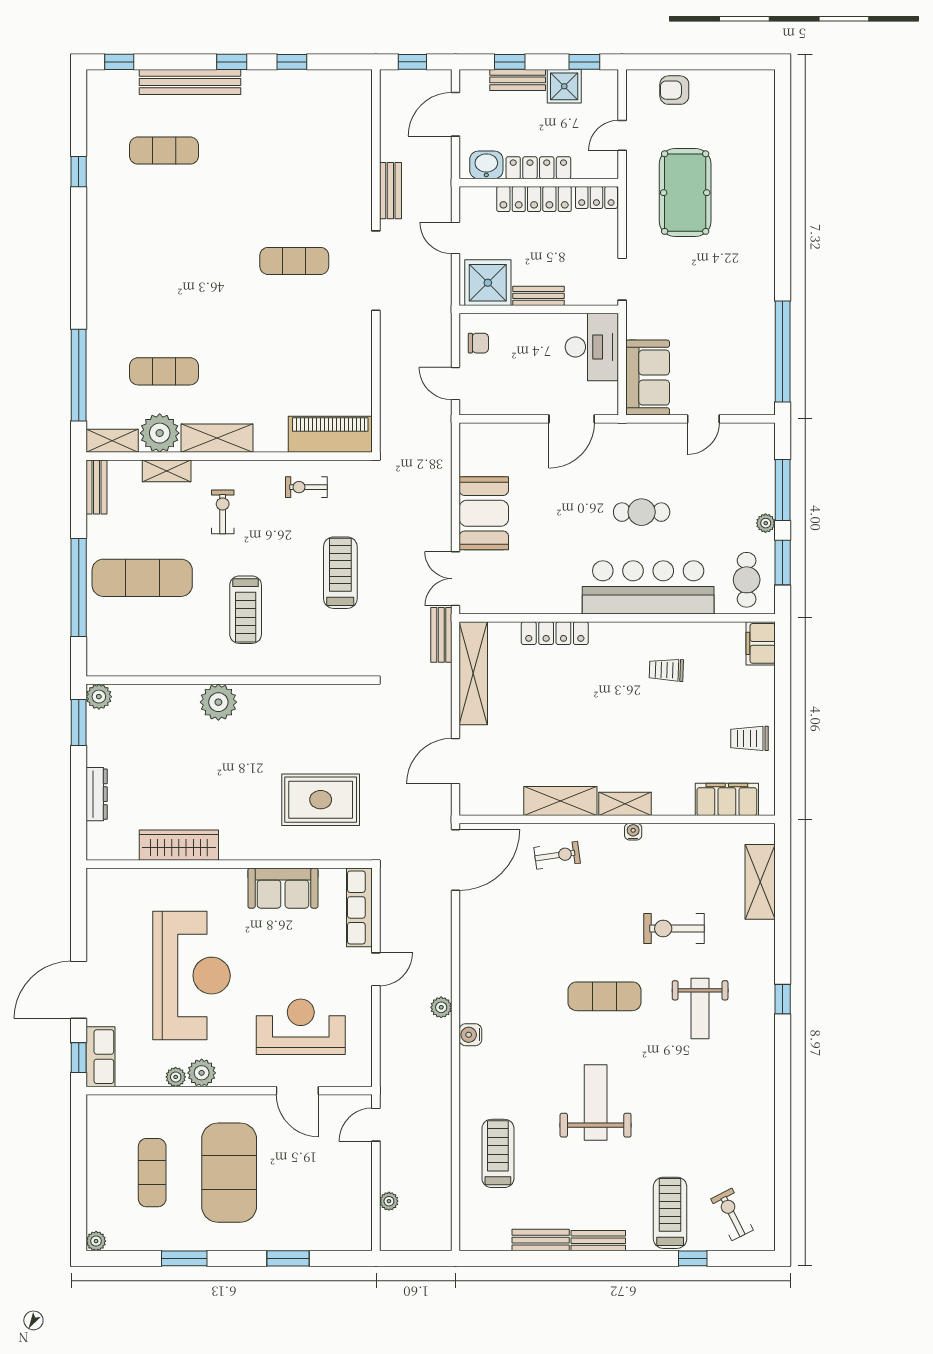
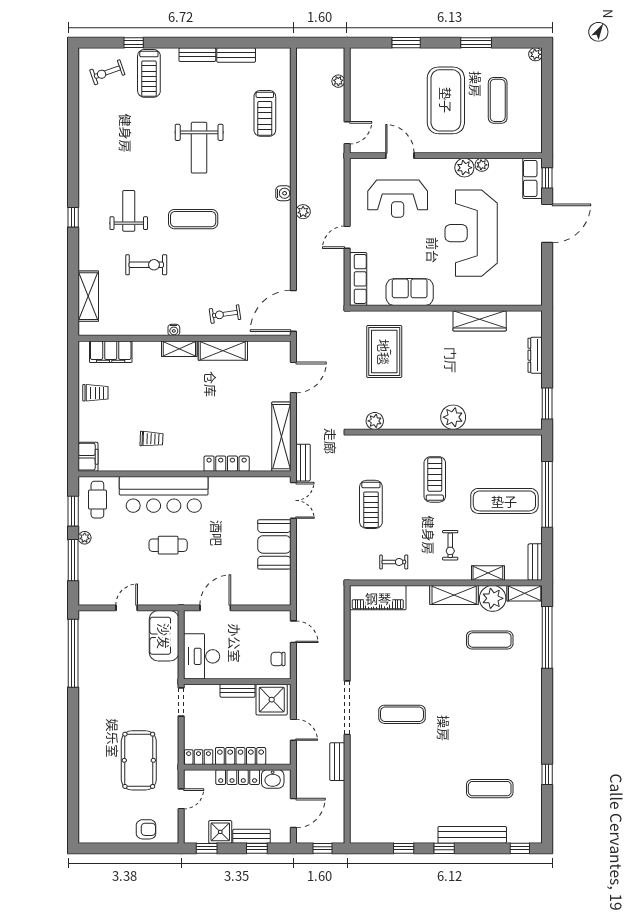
plant: (99, 697) -> (375, 421), moved
rug: (321, 800) -> (384, 352), turned 90
exercise bike: (732, 1214) -> (107, 72), turned 98

